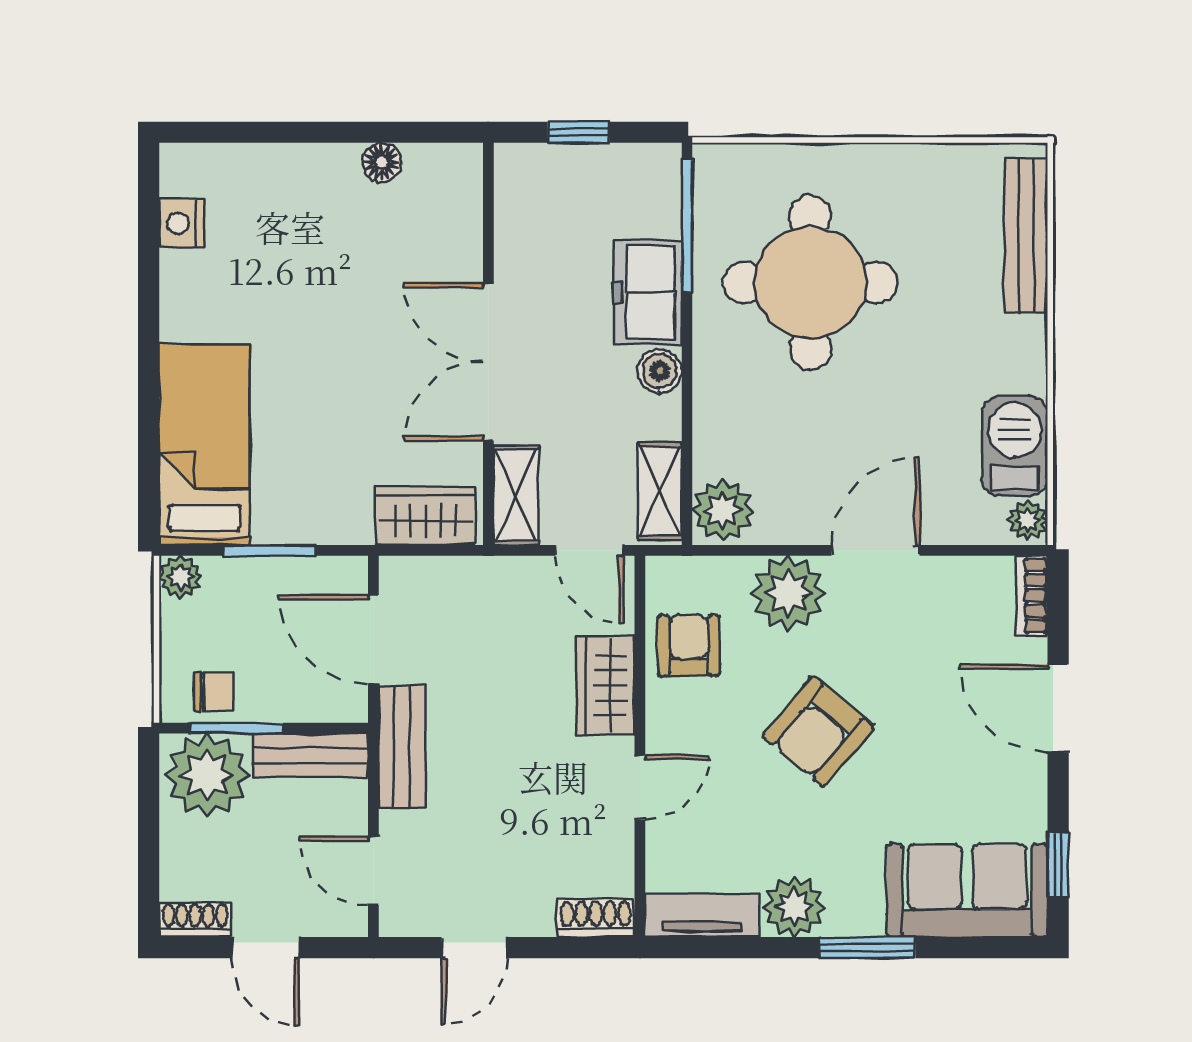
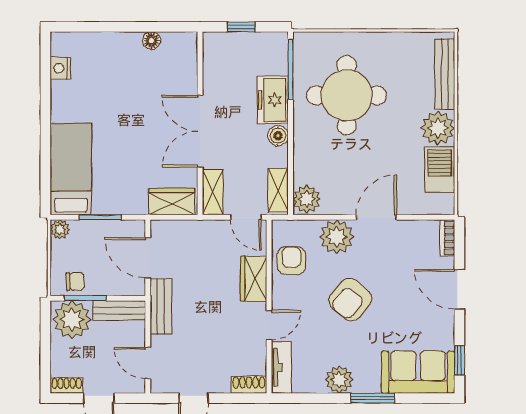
plant: (1028, 520) -> (438, 128), moved, width x1.87, depth x1.87
tv unit: (702, 915) -> (281, 367), moved, turned 90

